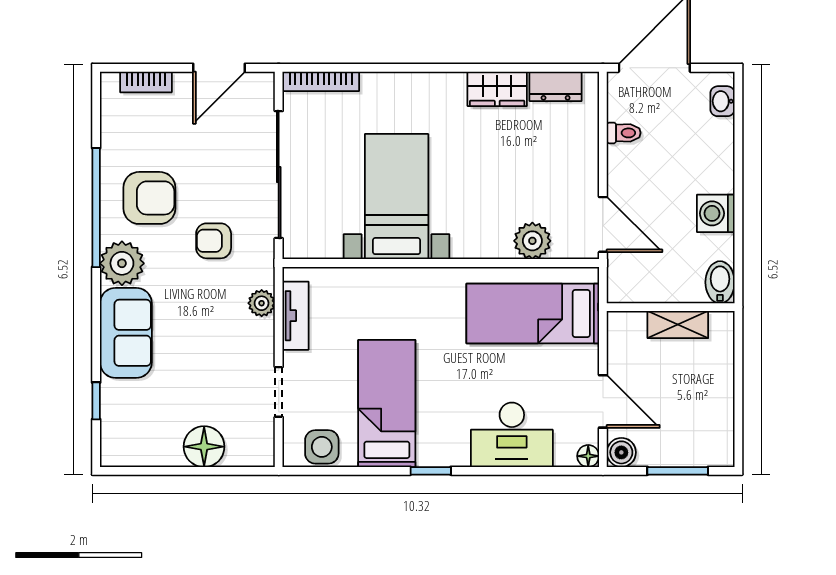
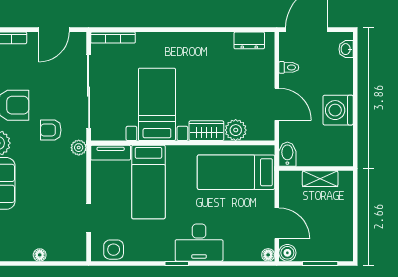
wardrobe: (497, 89) -> (206, 131), moved, turned 180
washing machine: (716, 213) -> (338, 110), width x1.37, depth x1.37
door: (603, 224) -> (277, 104), moved
bidet: (720, 282) -> (287, 154), moved
plant: (262, 303) -> (79, 148), moved
tv unit: (296, 316) -> (111, 153), moved, turned 90
bed: (387, 403) -> (148, 182), moved, turned 180
desk: (512, 435) -> (199, 243), moved
floor lamp: (204, 447) -> (40, 255), width x0.53, depth x0.53

